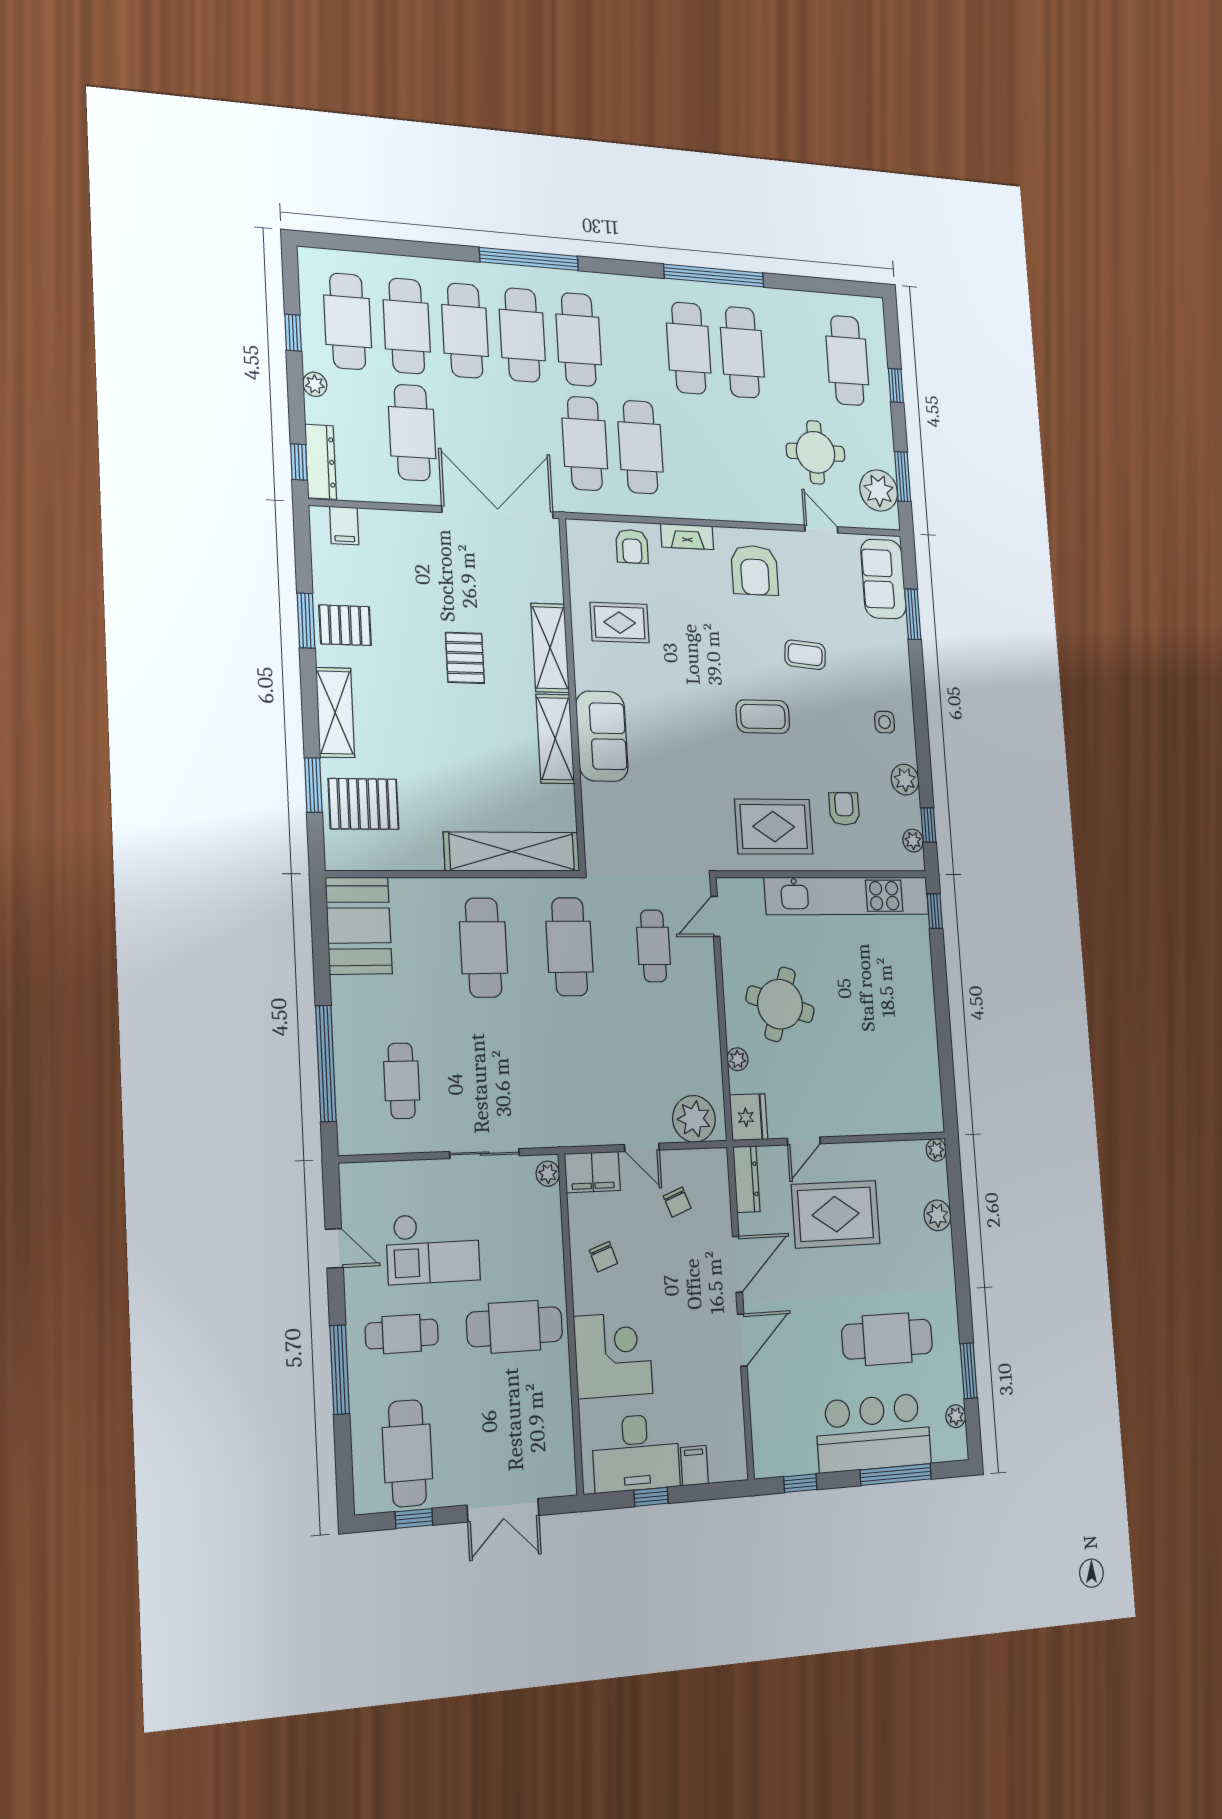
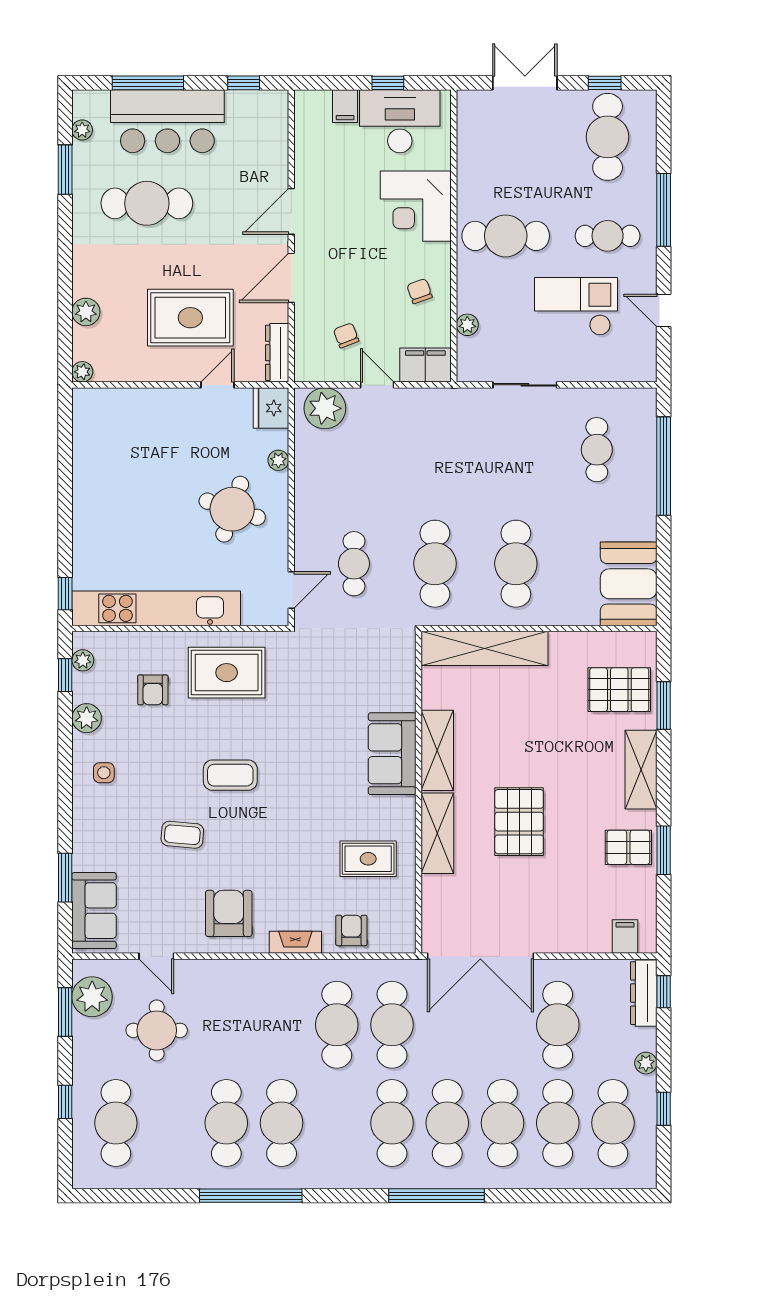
pallet: (465, 658) -> (519, 822), width x1.50, depth x1.42
plant: (548, 1174) -> (467, 325), moved

